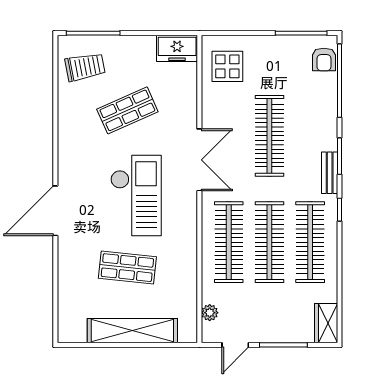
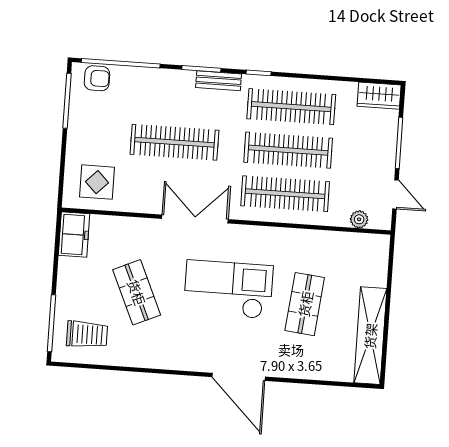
trolley: (85, 67) -> (87, 334), turned 101
shelving: (132, 331) -> (370, 336), moved

